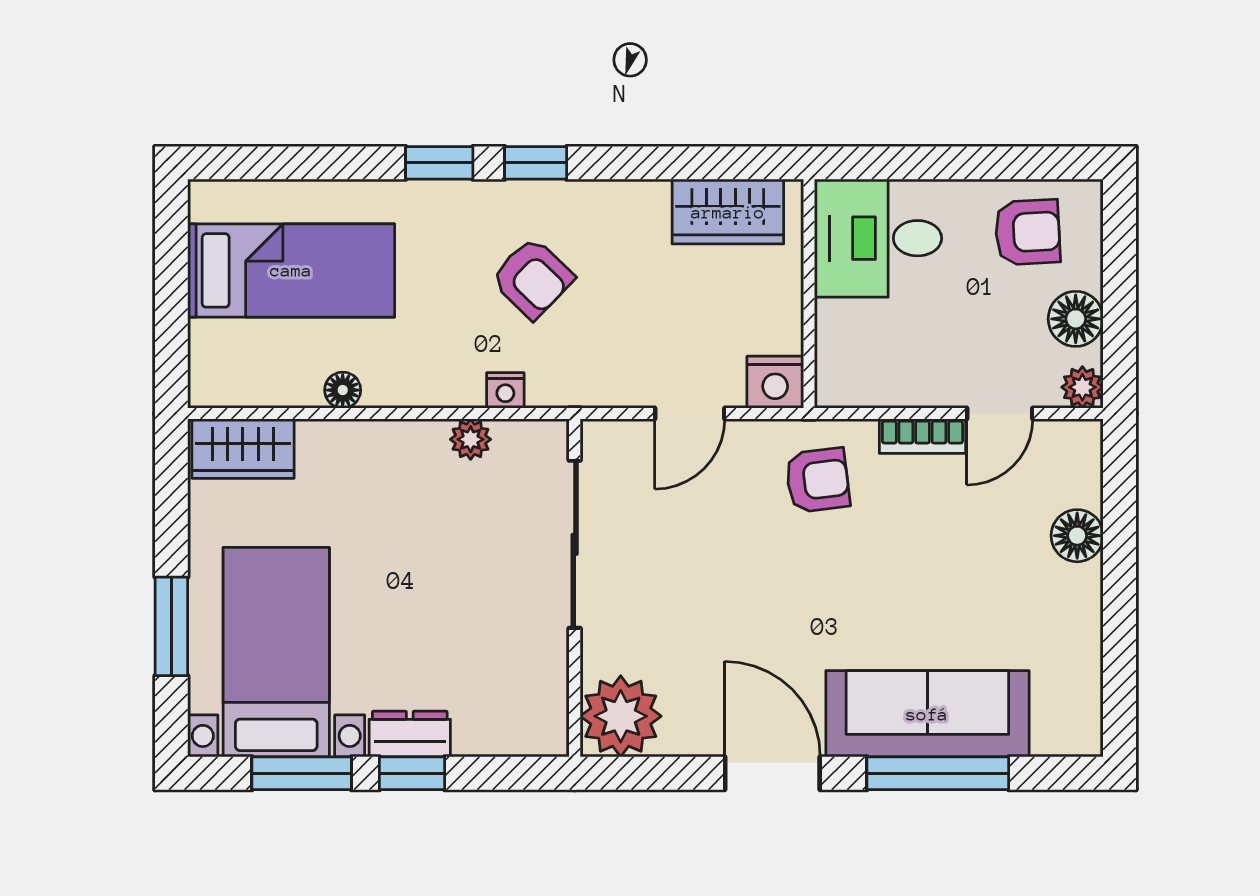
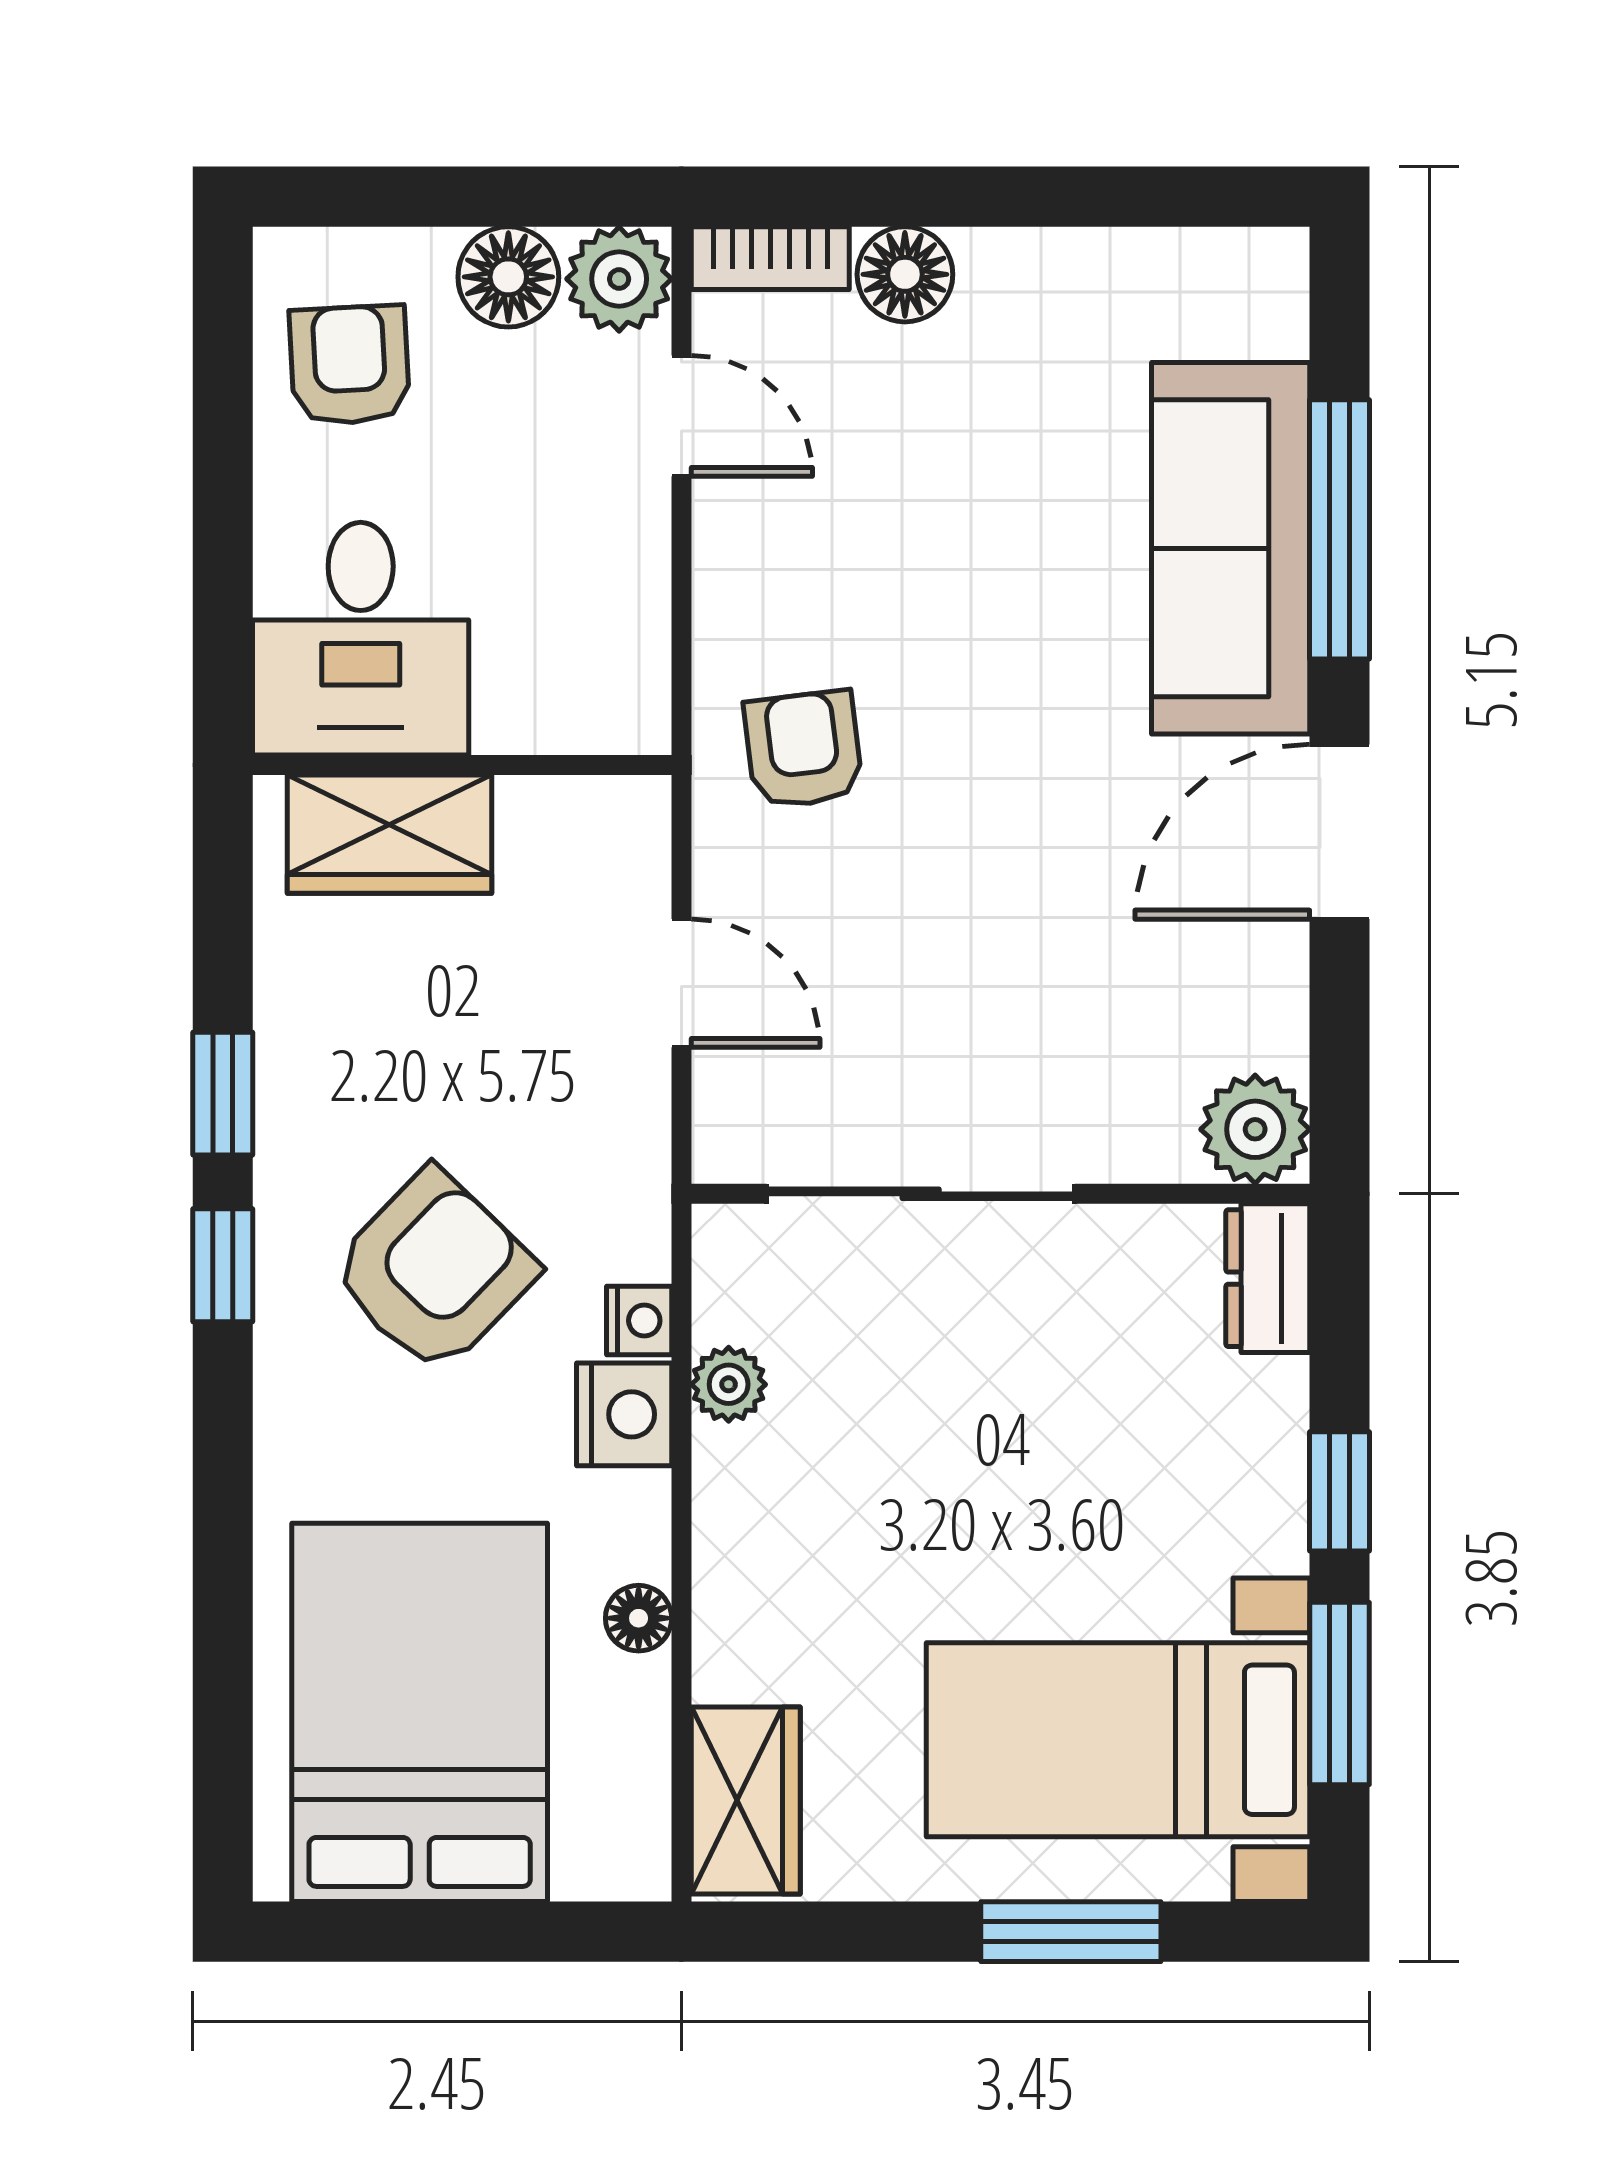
window: (439, 163) -> (223, 1094), moved
wardrobe: (728, 212) -> (390, 834), moved, turned 90
bed: (291, 270) -> (420, 1712), width x1.50
armchair: (532, 278) -> (434, 1271), width x1.38, depth x1.38
nightstand: (775, 382) -> (624, 1414), moved
plant: (1082, 387) -> (619, 279), width x1.38, depth x1.38
bookcase: (922, 436) -> (770, 258), moved, turned 90
plant: (621, 716) -> (1255, 1129), width x0.73, depth x0.73
dresser: (410, 734) -> (1268, 1278), moved

